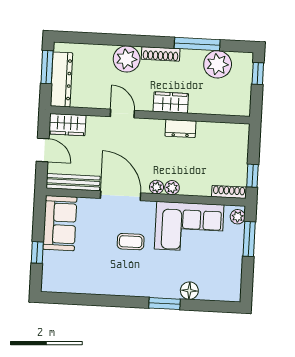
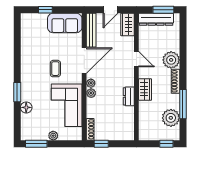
door: (122, 113) -> (136, 59), hinge flipped
plant: (238, 217) -> (53, 136), moved
window: (249, 239) -> (36, 144), moved

